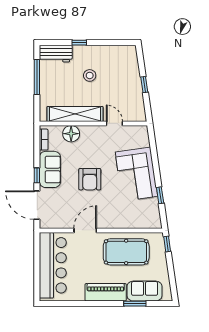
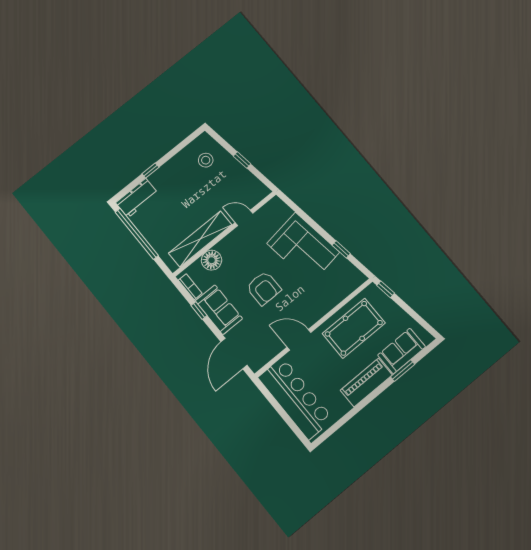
stool: (90, 75) -> (206, 160), moved
window: (37, 77) -> (137, 234), width x1.46
window: (37, 175) -> (199, 311), moved
door: (37, 205) -> (234, 354), hinge flipped
door: (85, 230) -> (299, 340), hinge flipped

